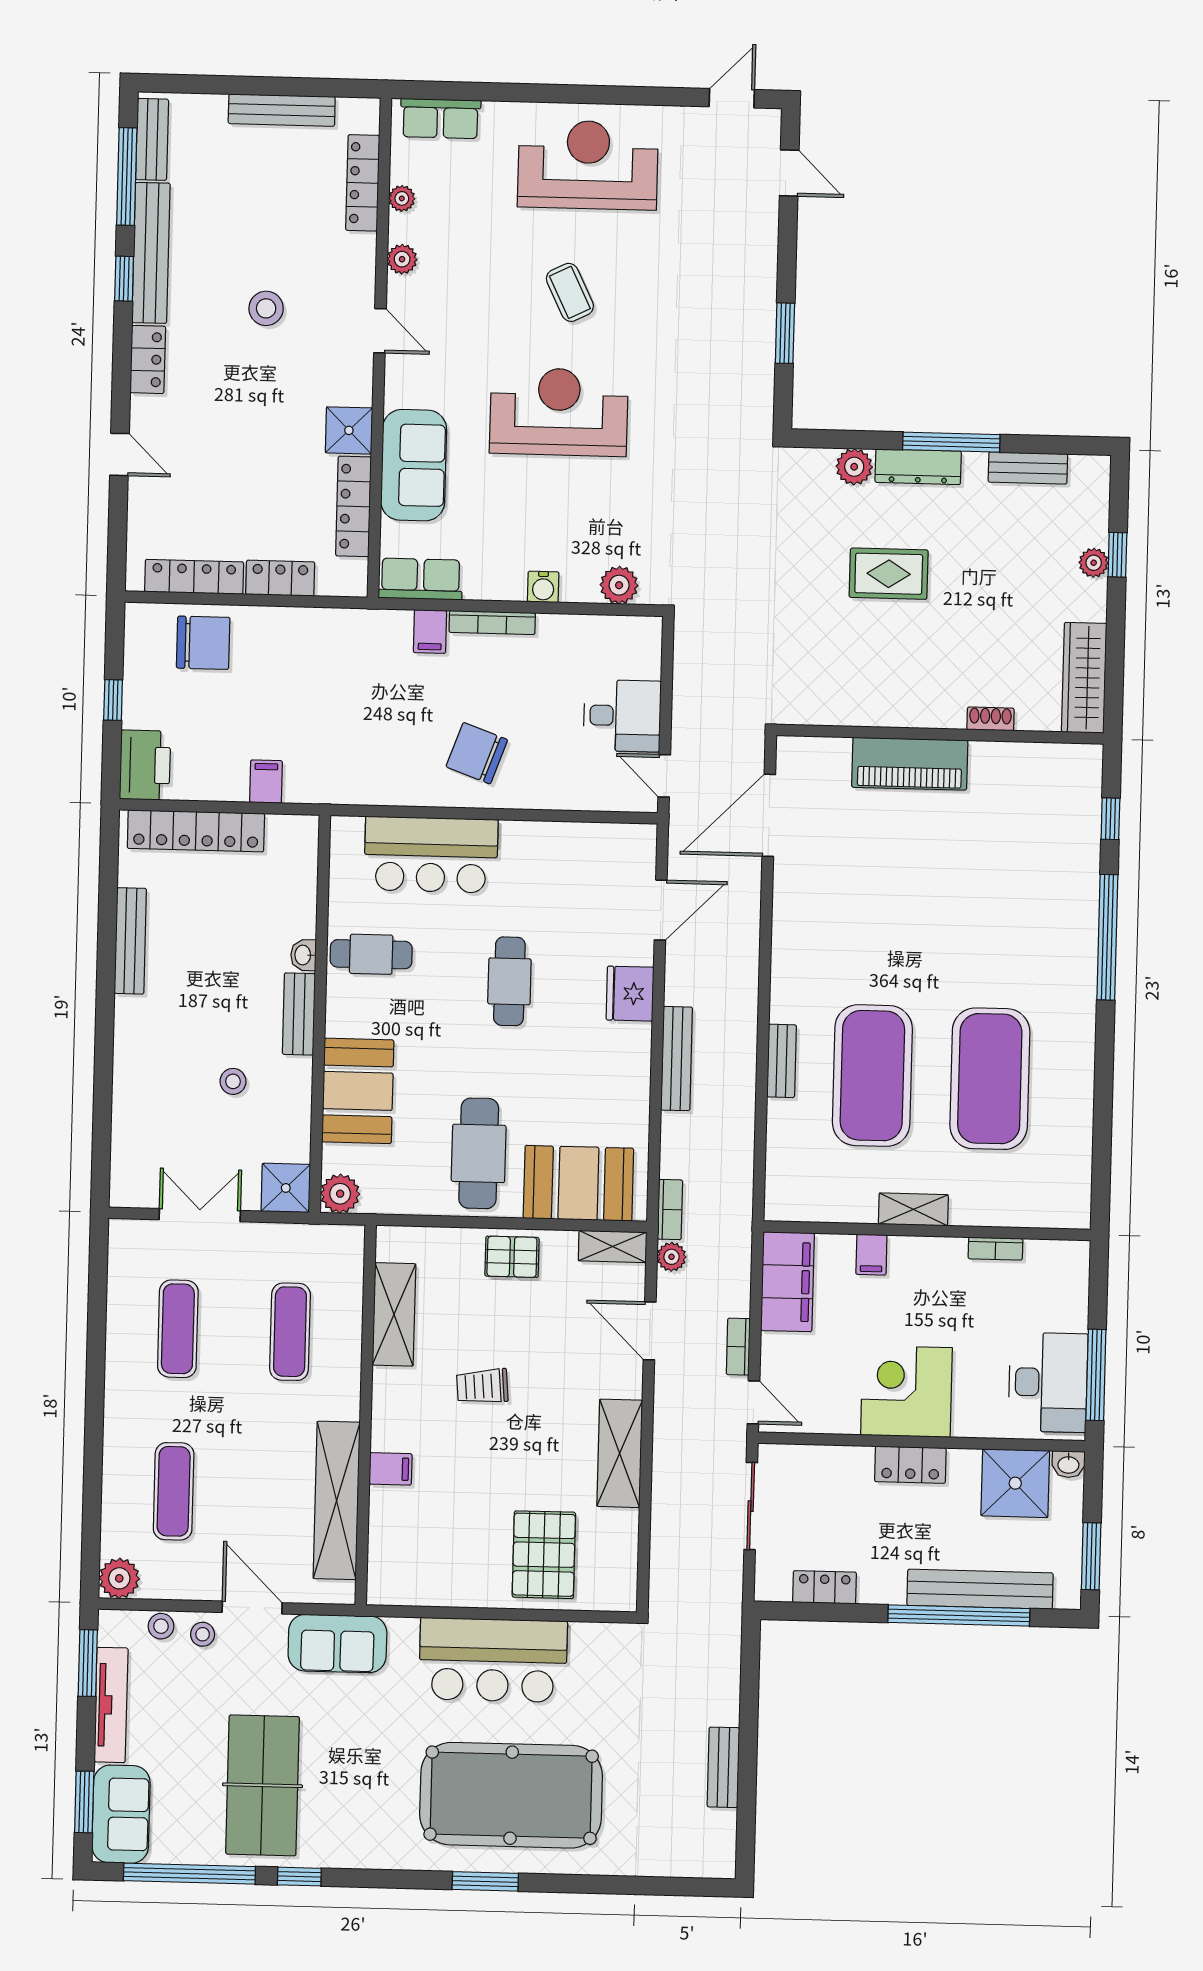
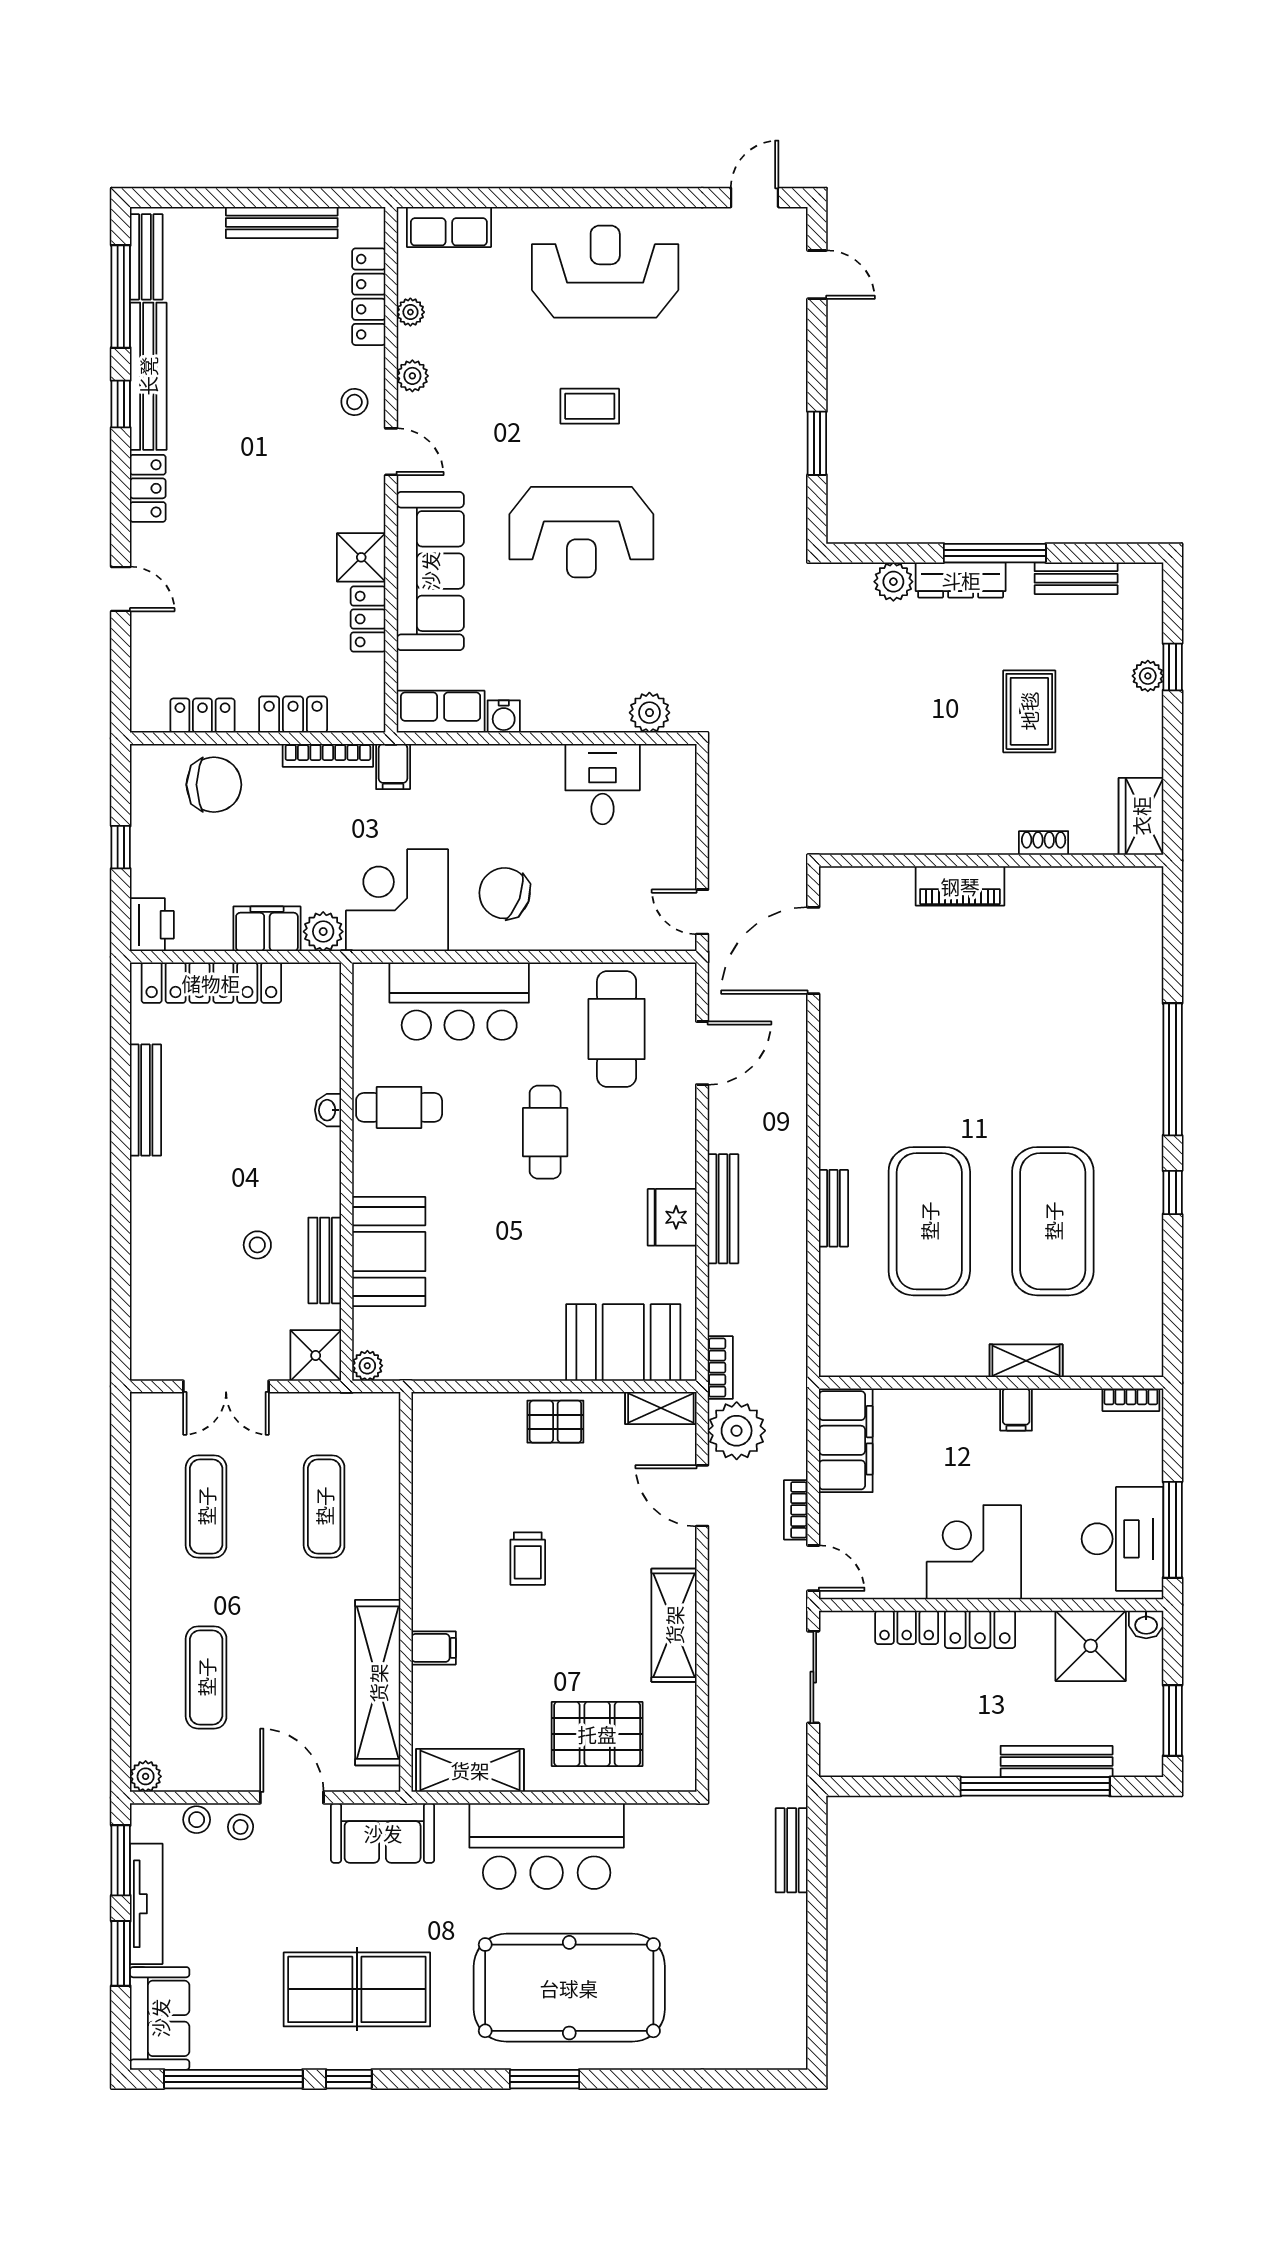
coffee table: (570, 292) -> (590, 406), turned -64
stool: (266, 308) -> (354, 402), moved, width x0.73, depth x0.73
reception desk: (559, 412) -> (581, 532), turned 180
sofa: (414, 465) -> (430, 571), width x1.36
locker: (353, 506) -> (368, 619), width x0.66
rug: (889, 574) -> (1029, 711), moved, turned 90
locker: (194, 577) -> (202, 716), width x0.66
water cooler: (543, 587) -> (504, 717), moved
bookcase: (492, 623) -> (328, 755), moved
filing cabinet: (430, 631) -> (393, 766), moved
wardrobe: (1084, 678) -> (1141, 816), width x0.67
desk: (622, 716) -> (603, 784), moved, turned -90
corner desk: (374, 757) -> (397, 900), added
piano: (910, 764) -> (960, 886), width x0.73, depth x0.75
printer: (145, 765) -> (152, 925), width x0.73, depth x0.84
filing cabinet: (266, 782) -> (267, 929), width x2.00
plant: (303, 785) -> (323, 932), added
window: (1110, 819) -> (1173, 1192), moved
fridge: (630, 994) -> (672, 1217), moved
bench: (299, 1014) -> (325, 1260), moved
cafe table: (479, 1153) -> (617, 1029), moved
plant: (340, 1194) -> (367, 1366), width x0.73, depth x0.73
shelving: (913, 1209) -> (1026, 1361), moved
double door: (200, 1215) -> (226, 1386), swing flipped
bookcase: (995, 1249) -> (1131, 1400), moved
filing cabinet: (871, 1255) -> (1016, 1409), moved
plant: (671, 1257) -> (737, 1431), width x1.88, depth x1.88
shelving: (394, 1314) -> (470, 1770), moved, turned 90
trolley: (482, 1386) -> (528, 1559), turned -85
pallet: (544, 1555) -> (597, 1734), turned 90
plant: (119, 1578) -> (146, 1776), width x0.73, depth x0.73
locker: (825, 1587) -> (907, 1627), moved, turned 180
bench: (980, 1589) -> (1057, 1761), width x0.73, depth x0.82
bench: (723, 1767) -> (792, 1850), moved
table tennis table: (263, 1785) -> (357, 1989), moved, turned 90
window: (84, 1802) -> (121, 1953), moved

